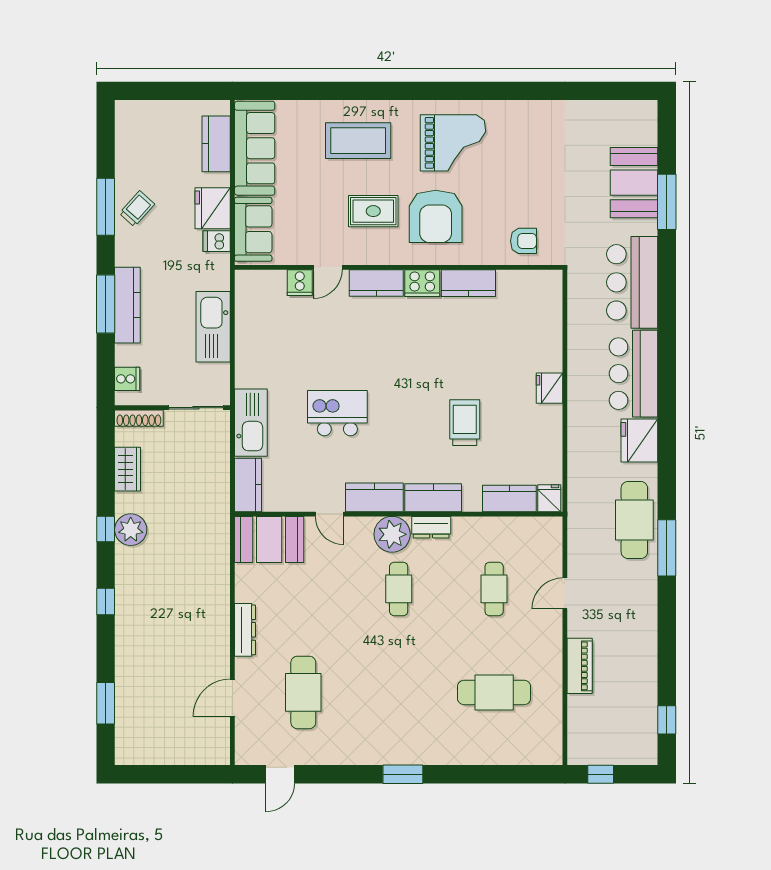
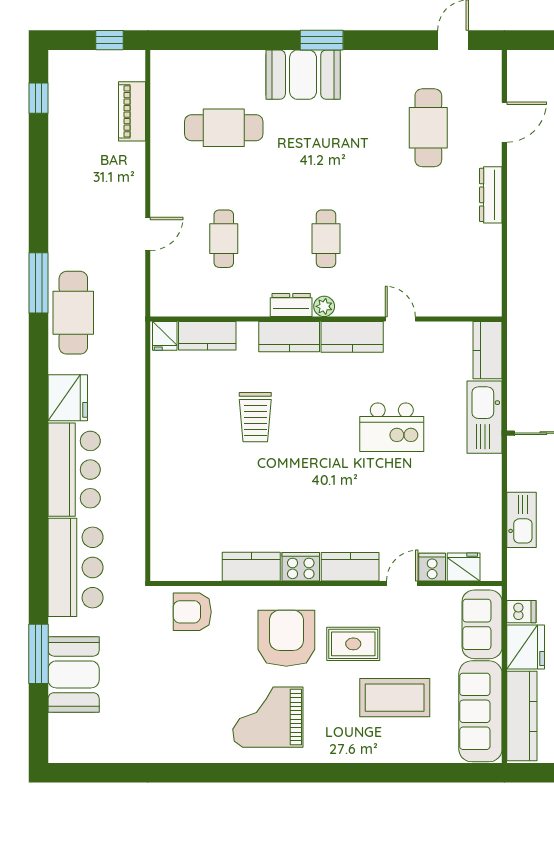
coffee table: (358, 141) -> (395, 698), moved
kitchen counter: (216, 144) -> (522, 716), width x1.50
armchair: (524, 241) -> (192, 612), width x1.38, depth x1.38
kitchen sink: (213, 327) -> (521, 520), width x0.73, depth x0.81
fridge: (550, 388) -> (464, 567), moved, turned -90
plant: (392, 534) -> (324, 306), width x0.53, depth x0.53
booth: (269, 539) -> (303, 75), moved
piano: (580, 666) -> (132, 111), moved

